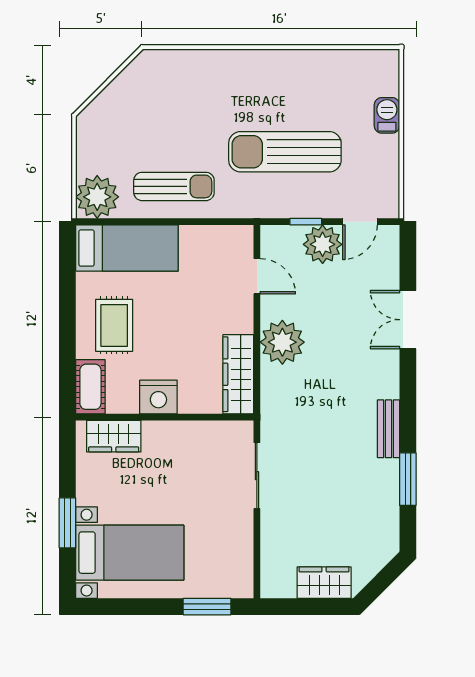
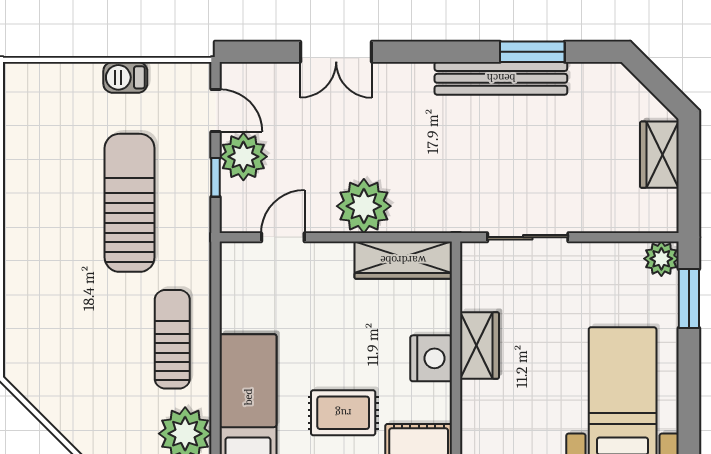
barbecue: (387, 115) -> (125, 77), moved
sun lounger: (285, 152) -> (130, 203), turned 180
bench: (388, 429) -> (501, 78), width x1.86, depth x1.21
wardrobe: (114, 436) -> (479, 345), moved
plant: (239, 584) -> (661, 259), added

